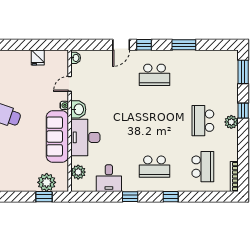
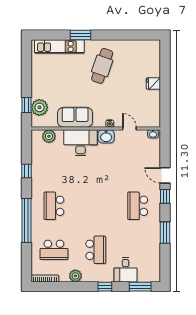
fridge: (38, 57) -> (153, 84), moved
school desk: (203, 121) -> (96, 250), turned 90
plant: (231, 122) -> (75, 276), moved
sofa: (57, 137) -> (75, 117), width x0.73
desk: (109, 178) -> (125, 270), moved, turned -90
window: (130, 197) -> (26, 171), moved
window: (171, 197) -> (26, 220), width x3.17

